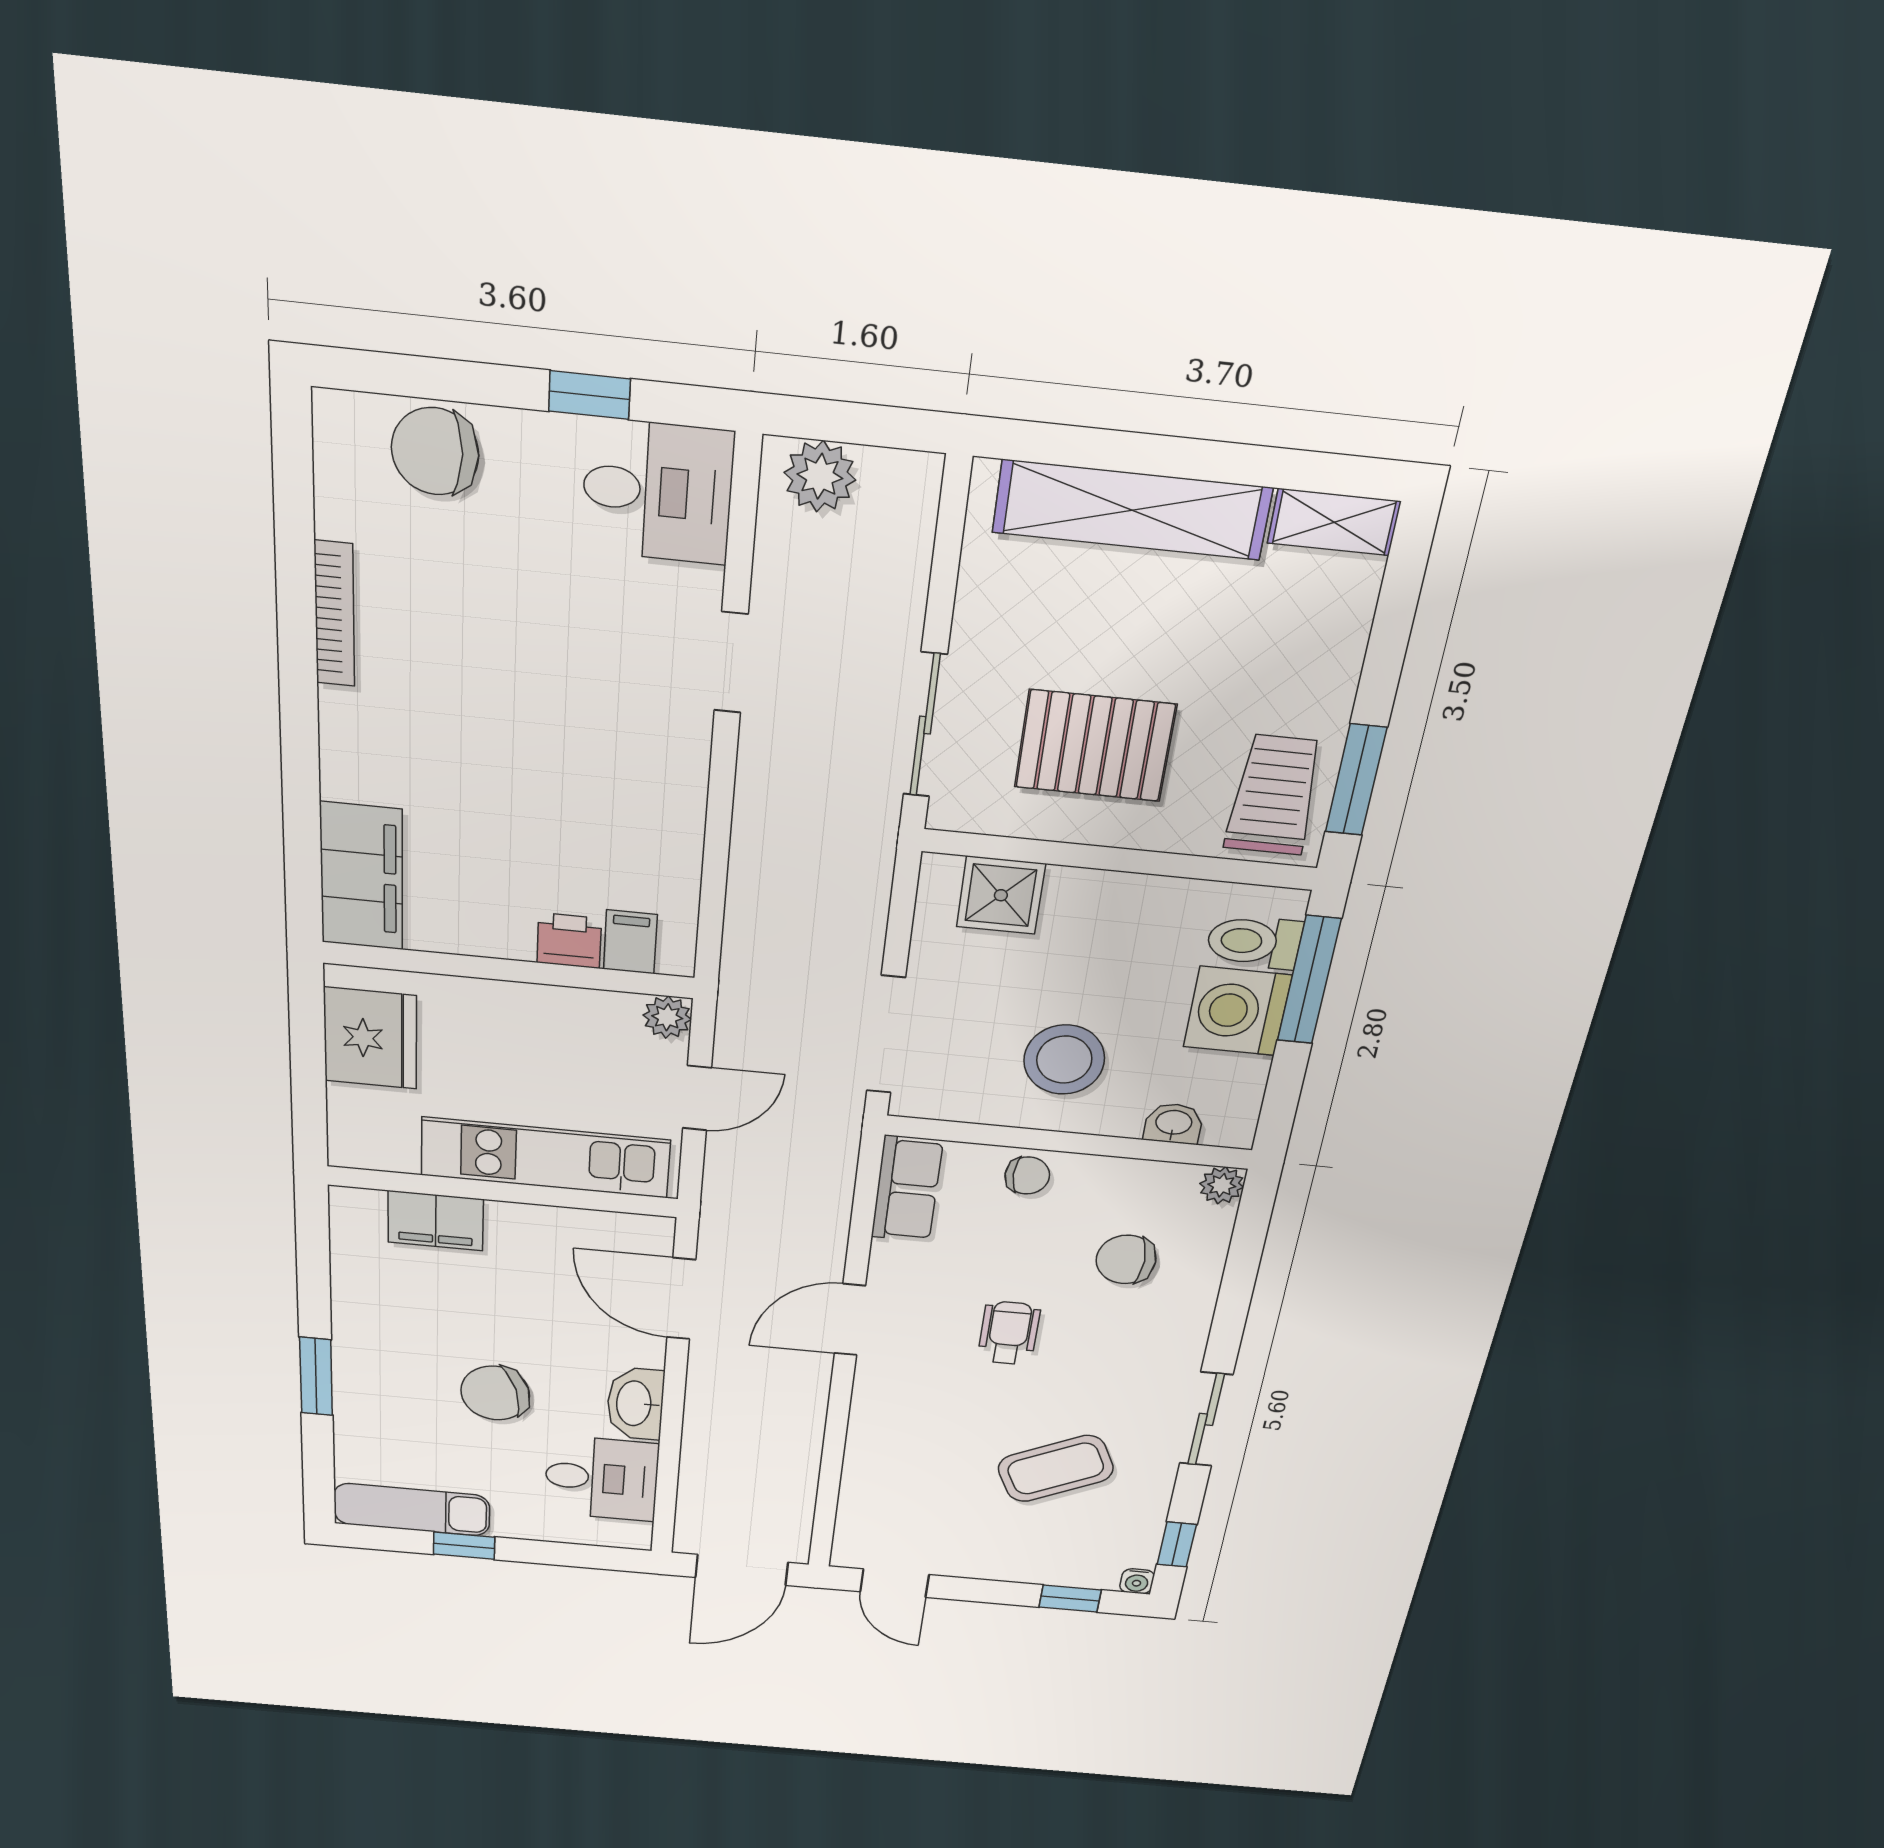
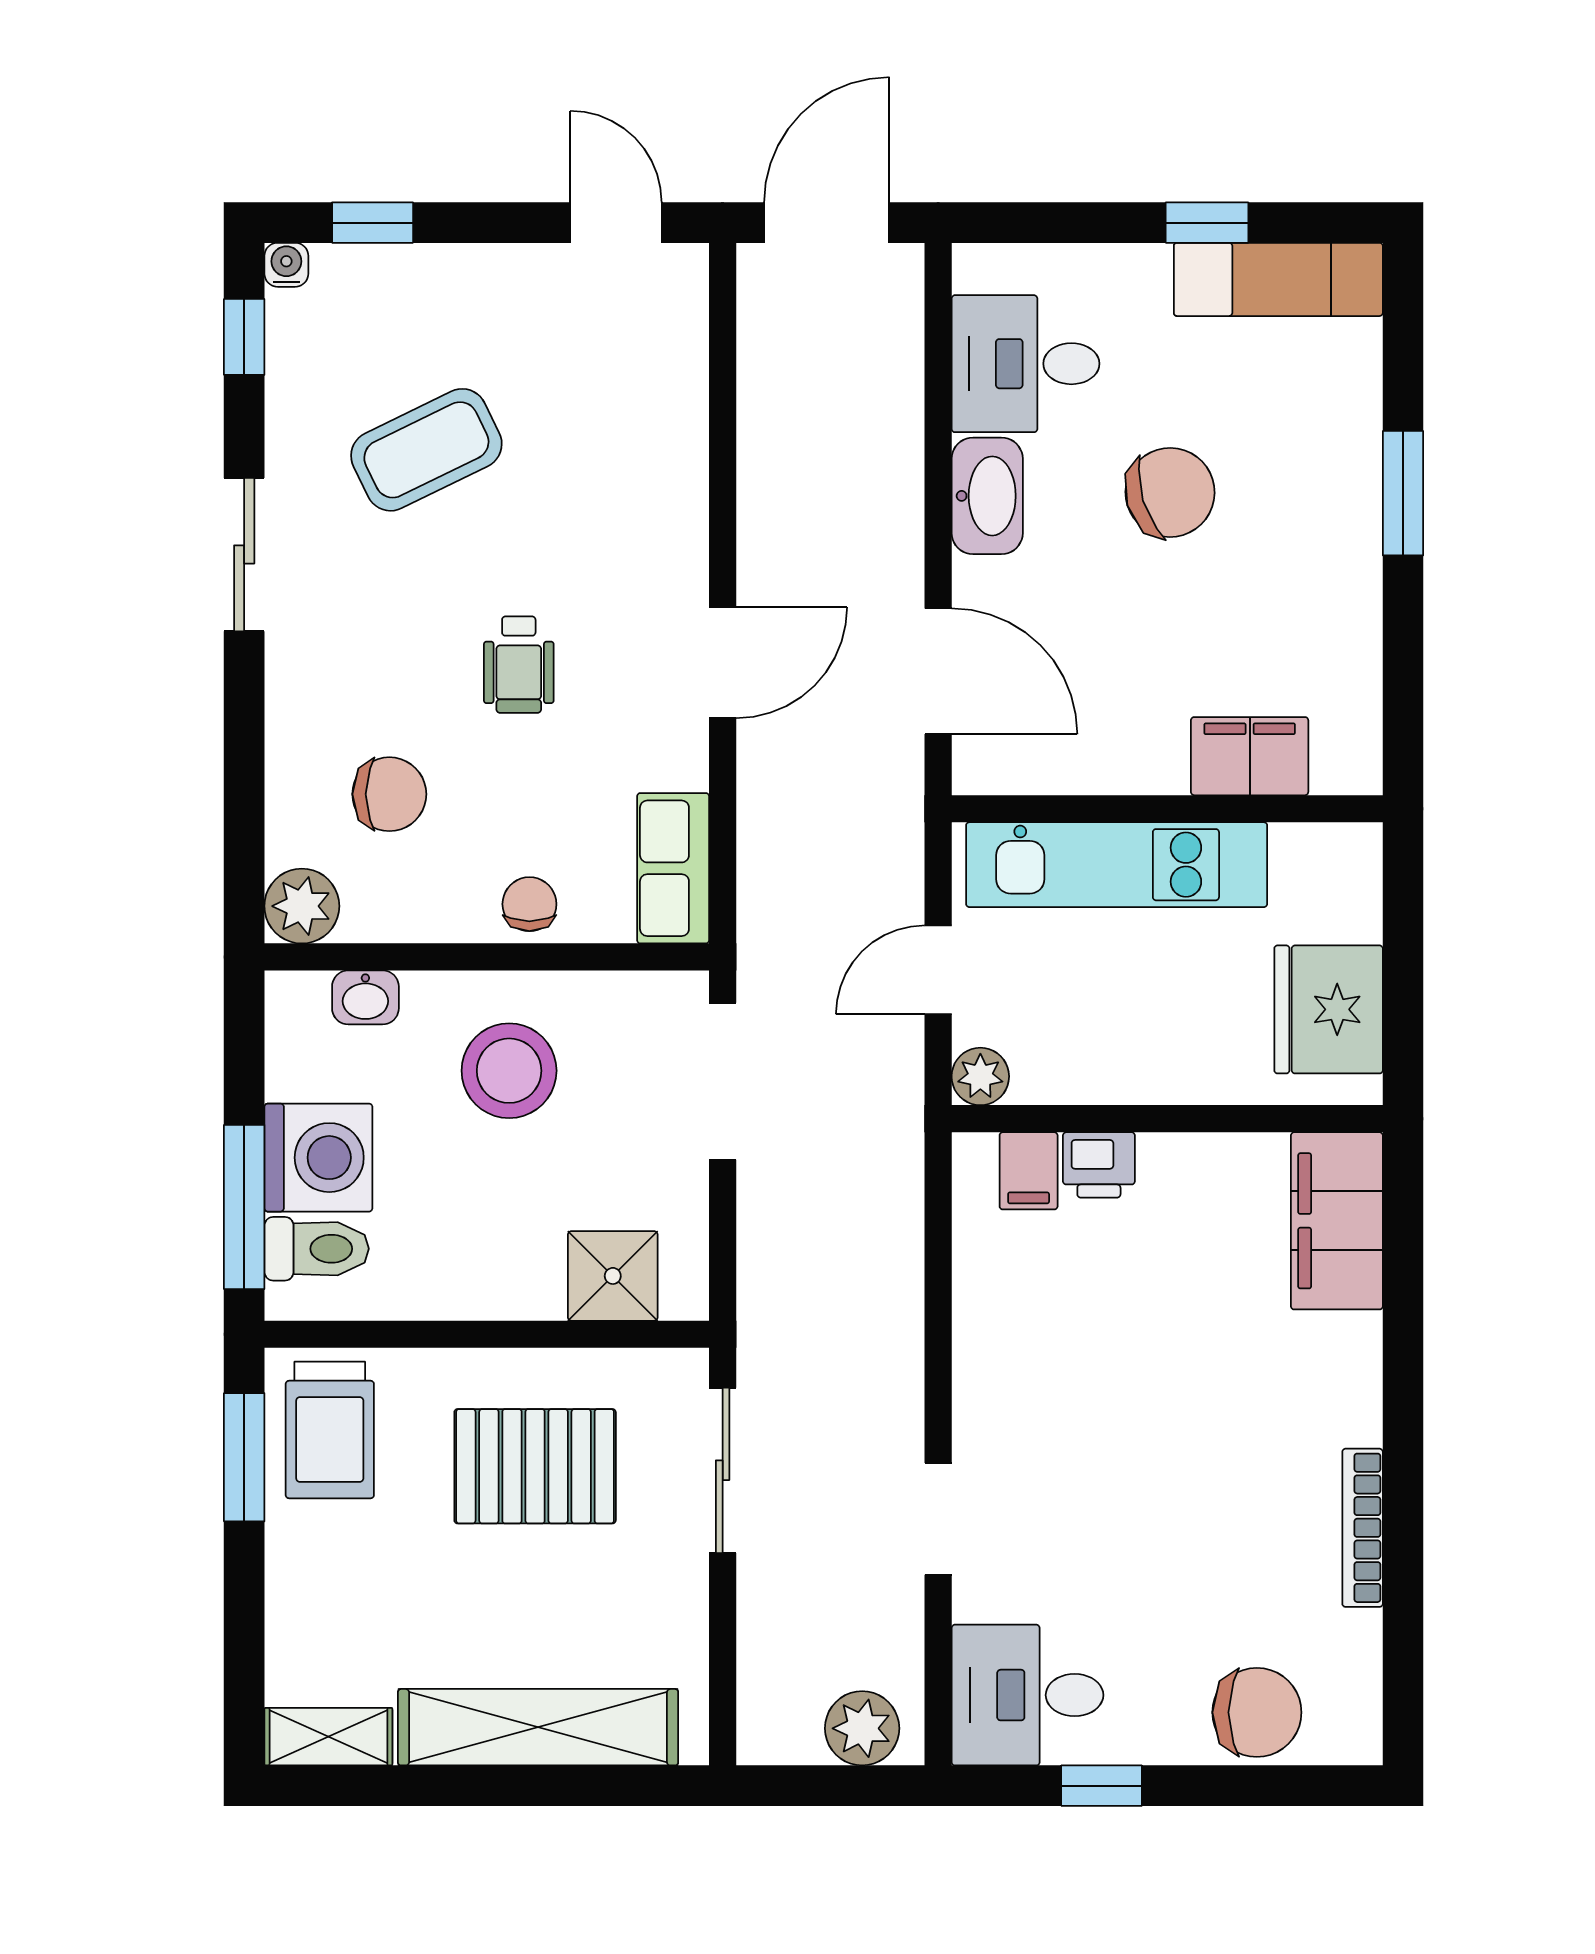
chair: (1027, 1175) -> (529, 904), turned 90
plant: (1222, 1185) -> (302, 906), width x1.38, depth x1.38

